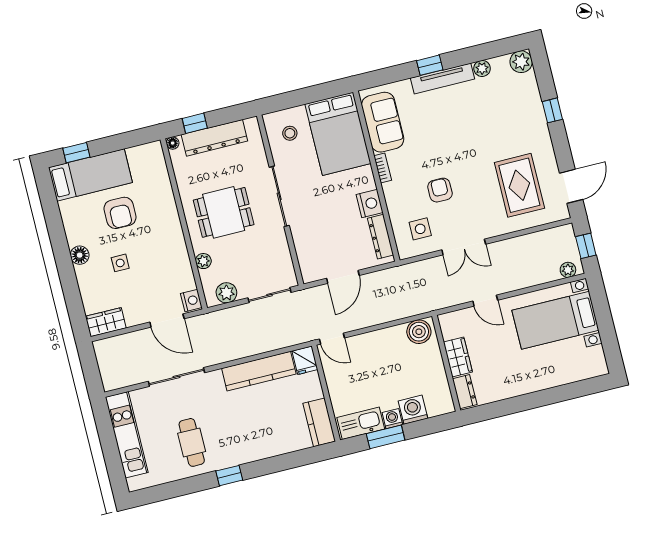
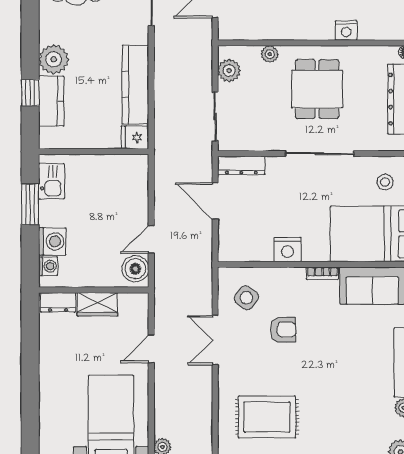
side table: (420, 229) -> (246, 298), turned 36
dresser: (381, 237) -> (241, 165), moved, turned 180
nightstand: (191, 301) -> (346, 30), moved
door: (332, 339) -> (151, 239), moved
washing machine: (392, 419) -> (48, 266), moved
kitchen counter: (319, 422) -> (51, 101), moved, turned 90
kitchen sink: (361, 423) -> (52, 181), width x0.73
plant: (254, 448) -> (54, 59), added
window: (229, 476) -> (30, 93), moved

